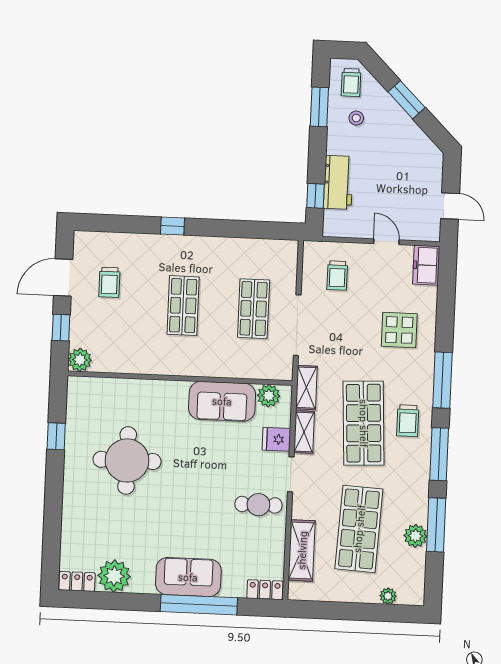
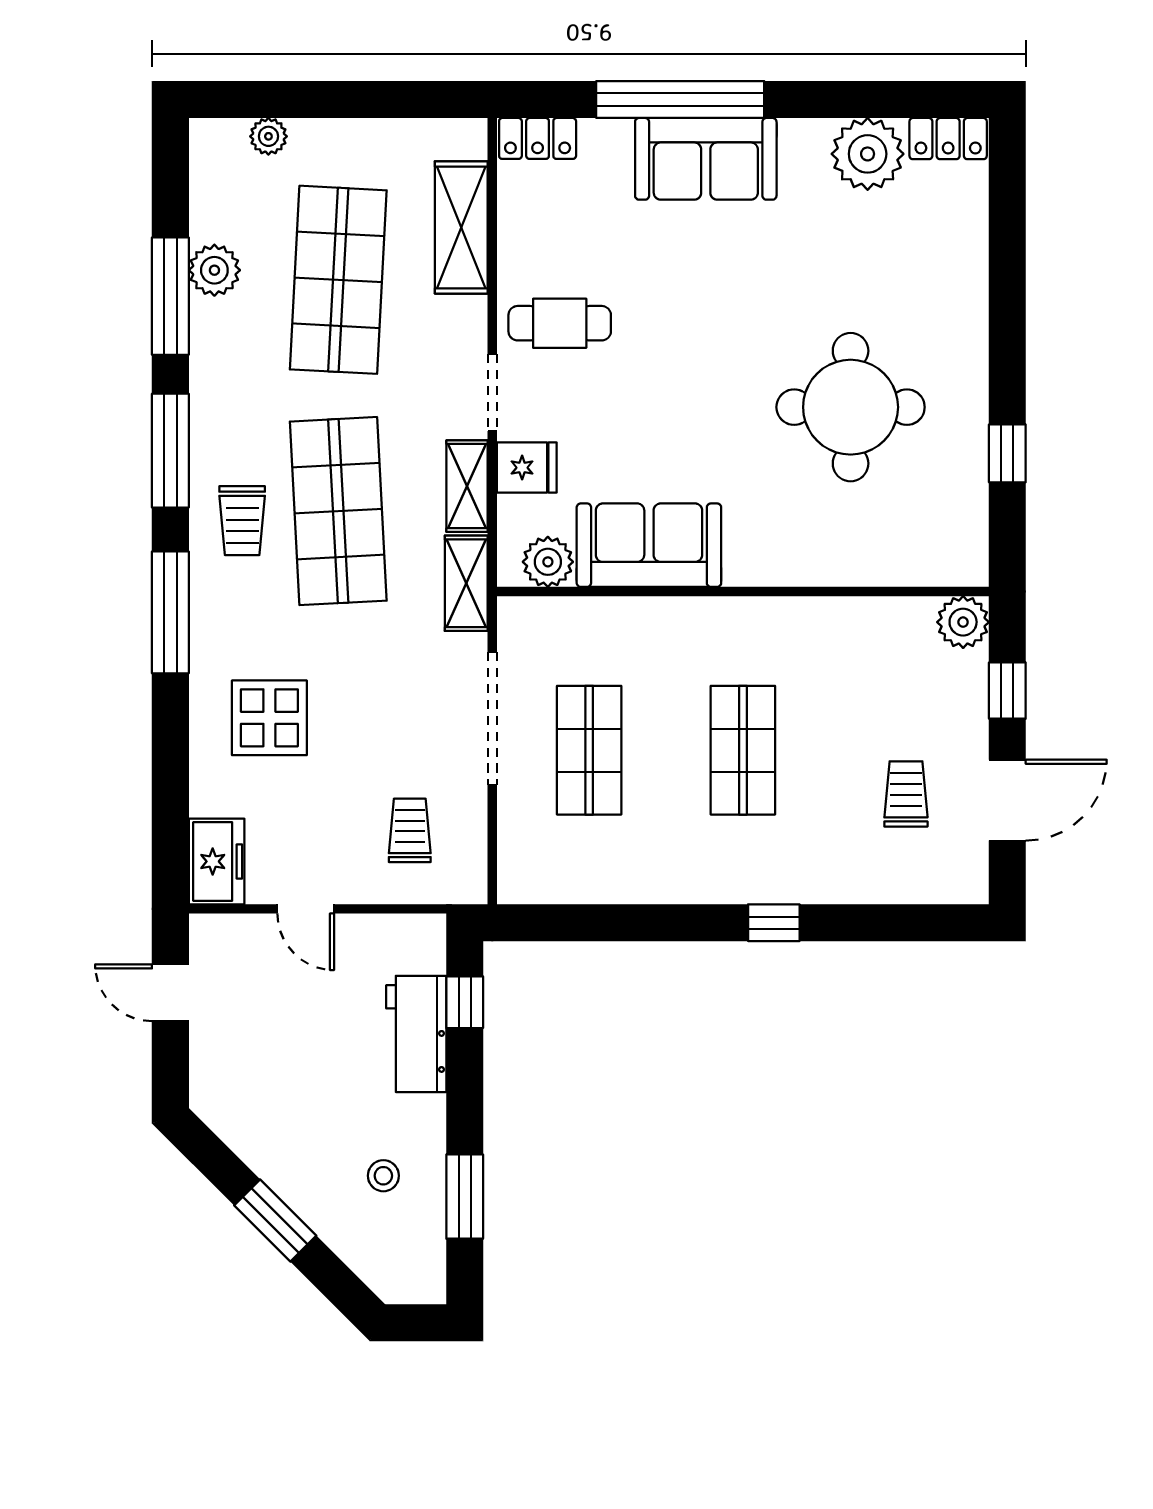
trolley: (351, 83) -> (398, 1253), removed
trolley: (408, 421) -> (242, 521), turned 180

